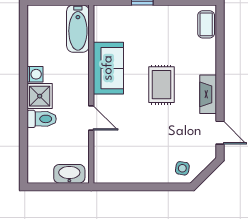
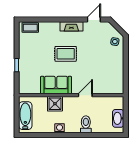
bathtub: (78, 29) -> (25, 116), moved, turned -90
shower: (40, 96) -> (55, 104), moved
washbasin: (69, 174) -> (118, 118), moved

